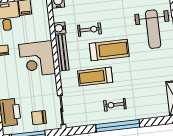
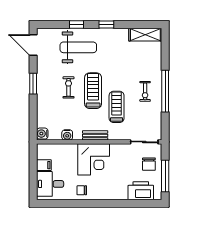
exercise bike: (90, 30) -> (69, 87), moved
bench: (62, 53) -> (95, 135), width x0.73
treadmill: (95, 77) -> (117, 107), turned 180

